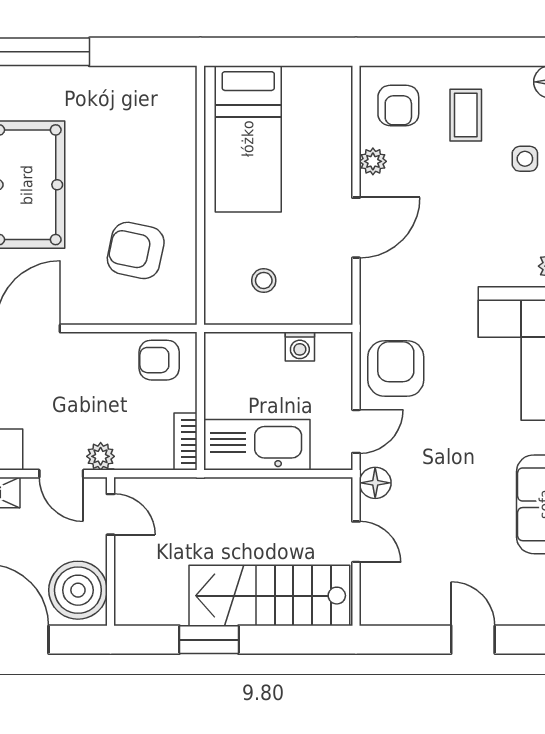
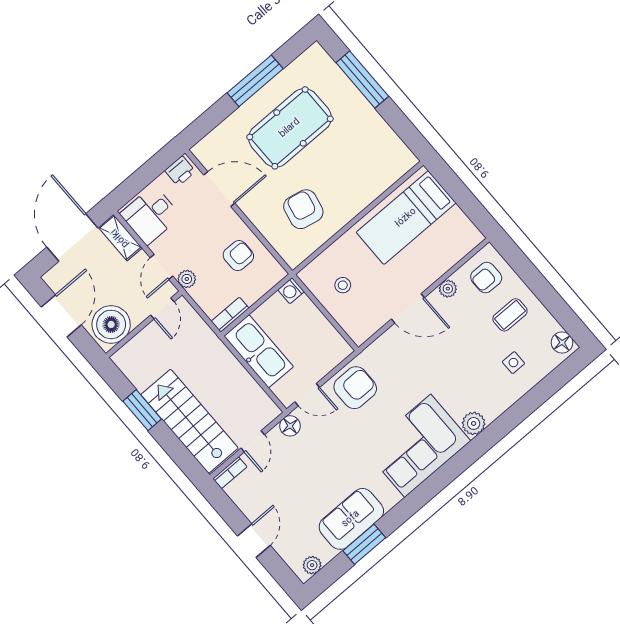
washing machine: (300, 346) -> (291, 291), moved
armchair: (159, 360) -> (238, 256), moved, turned 90
bookcase: (370, 600) -> (230, 473), added

